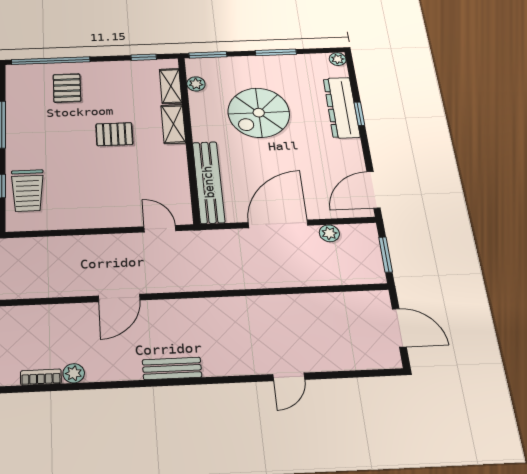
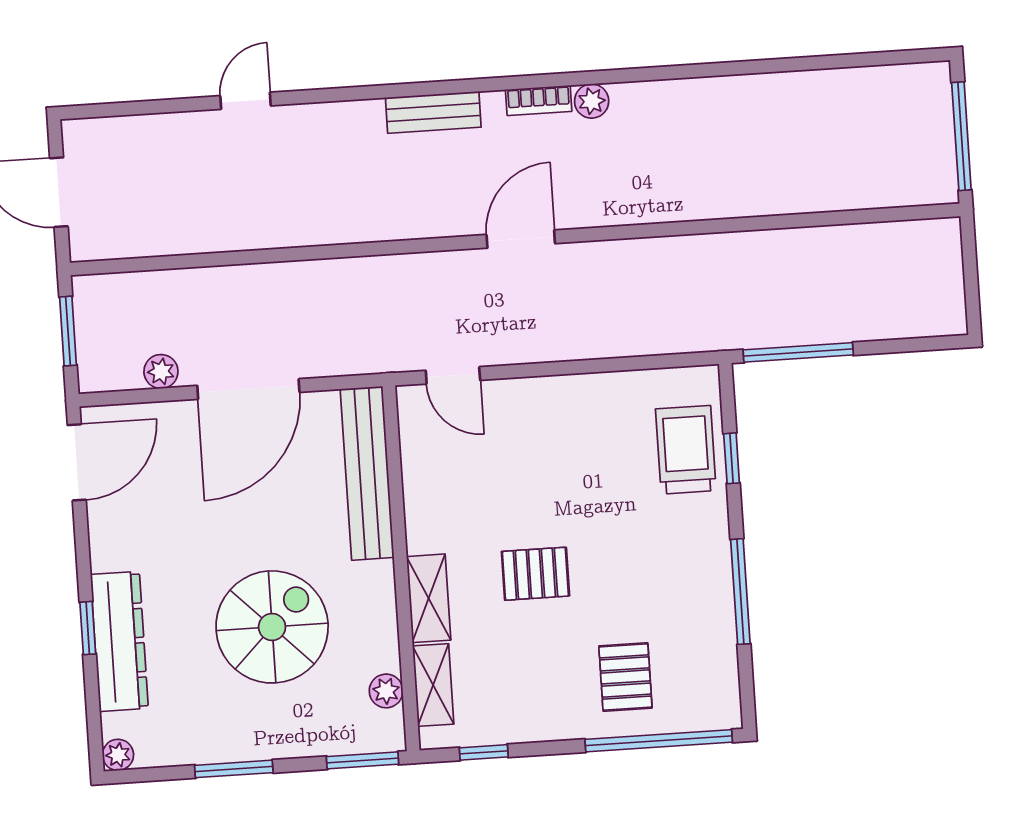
bookcase: (41, 377) -> (539, 100), moved

